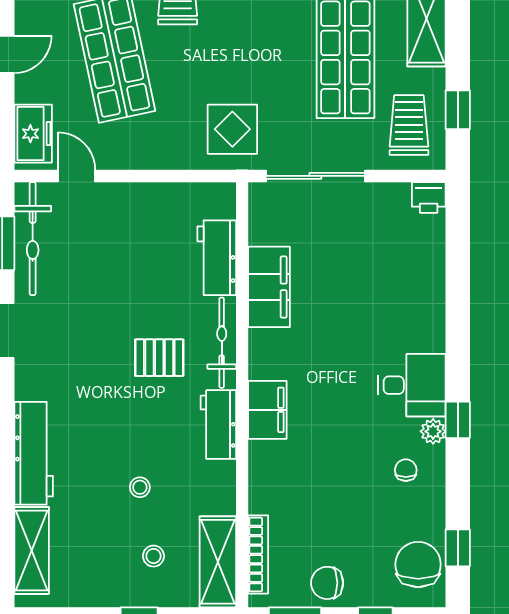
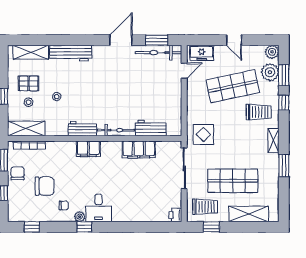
pallet: (159, 358) -> (29, 83), moved, turned 90
chair: (418, 564) -> (45, 186), moved

